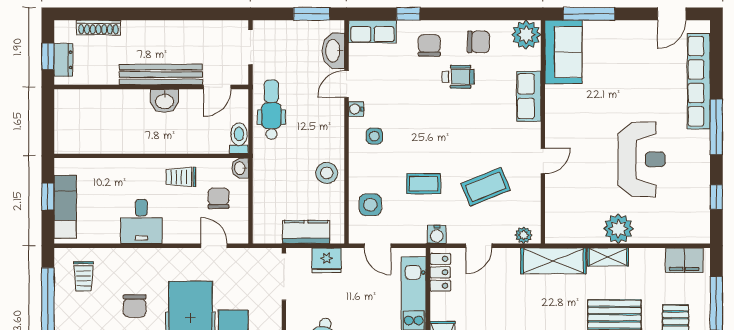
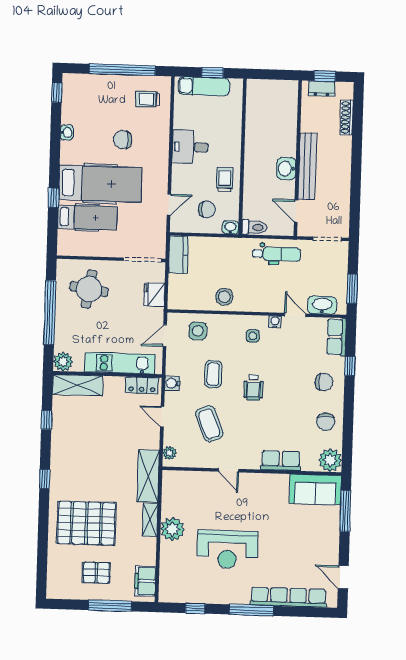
wheelchair: (458, 77) -> (253, 387), moved
kitchen counter: (306, 232) -> (178, 255), moved

